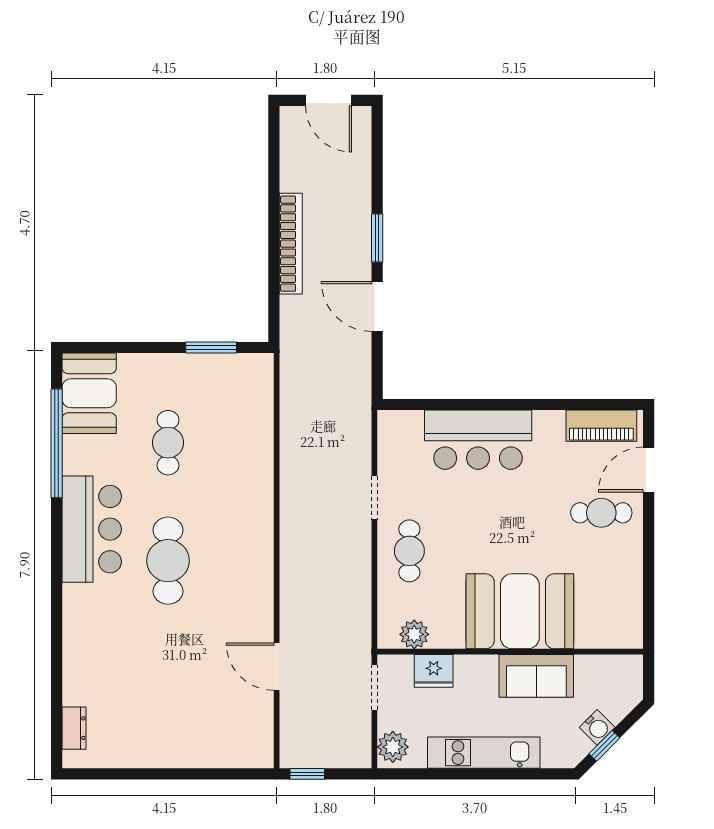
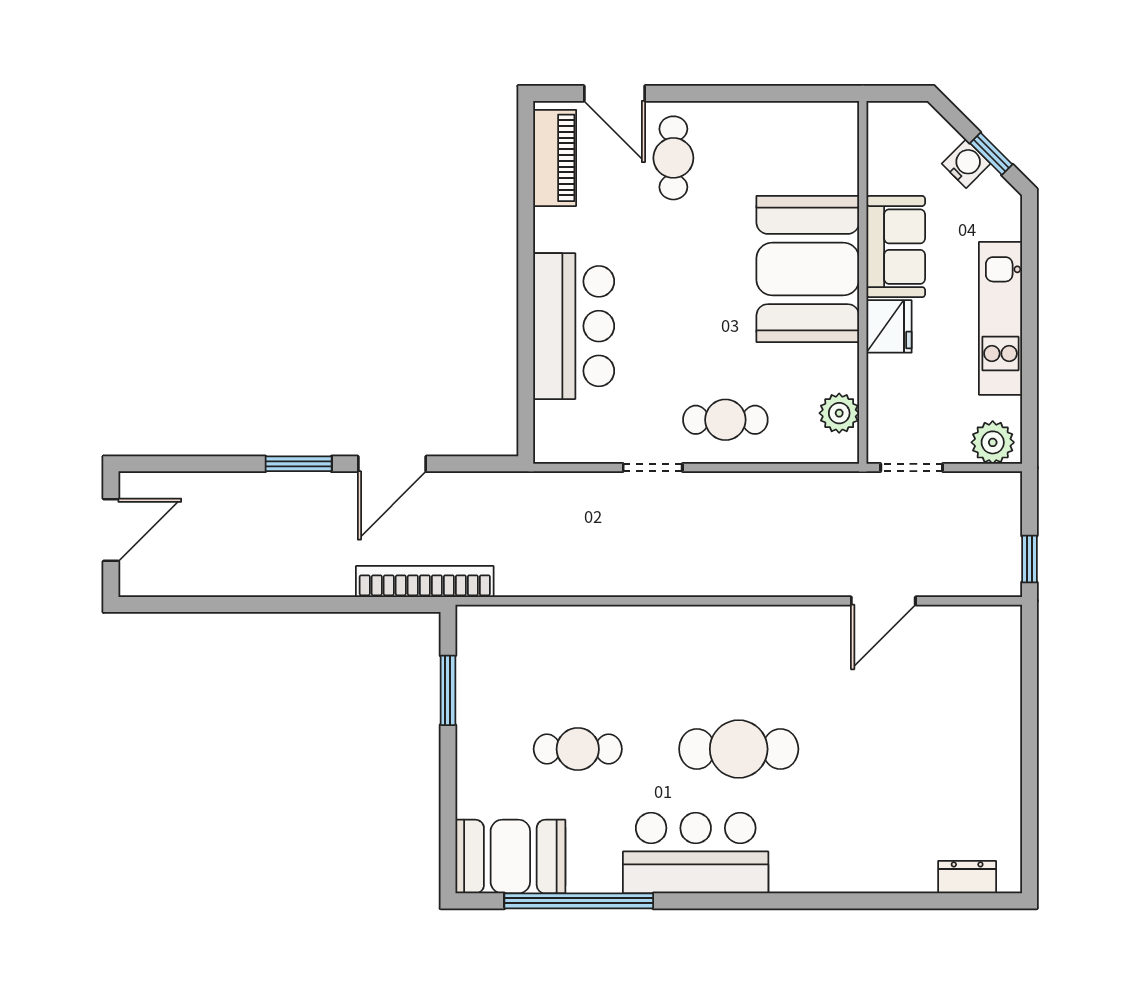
bookcase: (291, 244) -> (425, 582), moved
fridge: (434, 671) -> (889, 326), moved

